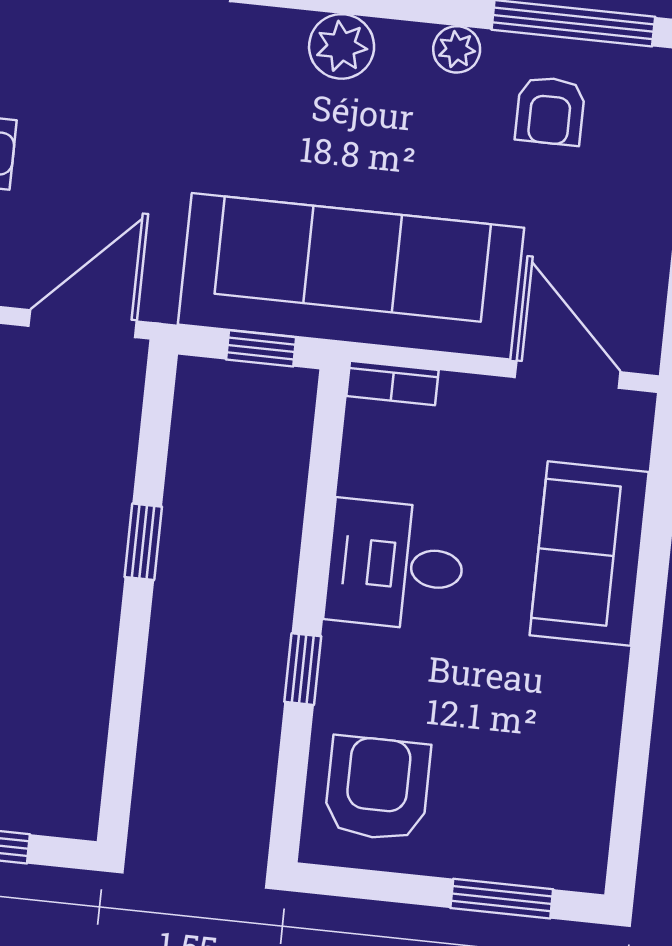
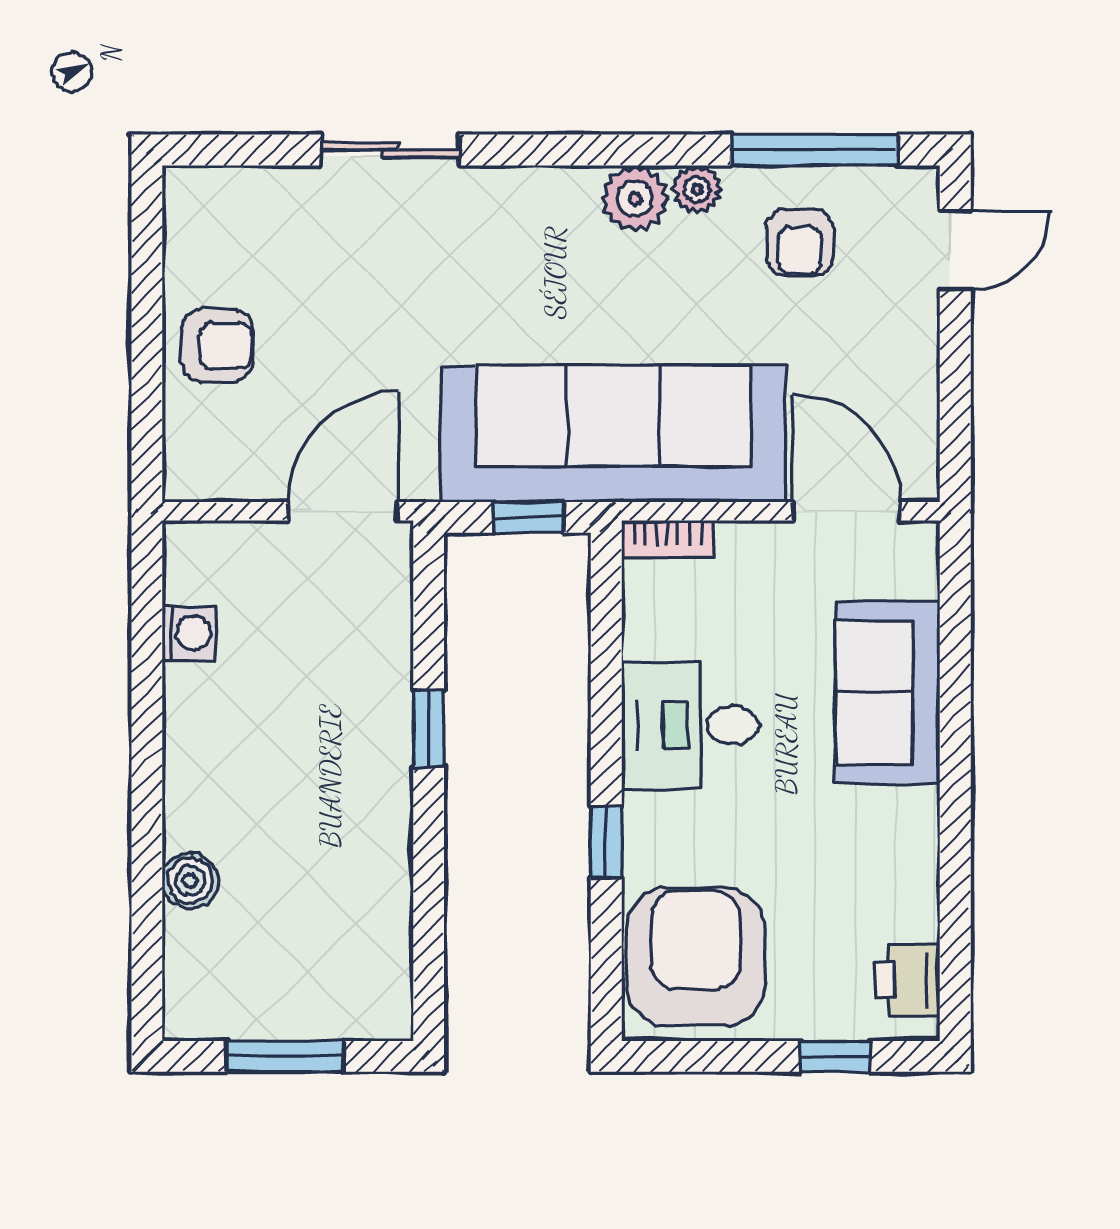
plant: (342, 46) -> (635, 199), moved
armchair: (377, 788) -> (696, 957), width x1.36, depth x1.36
printer: (579, 833) -> (908, 980), added
window: (502, 899) -> (835, 1056), width x0.67

